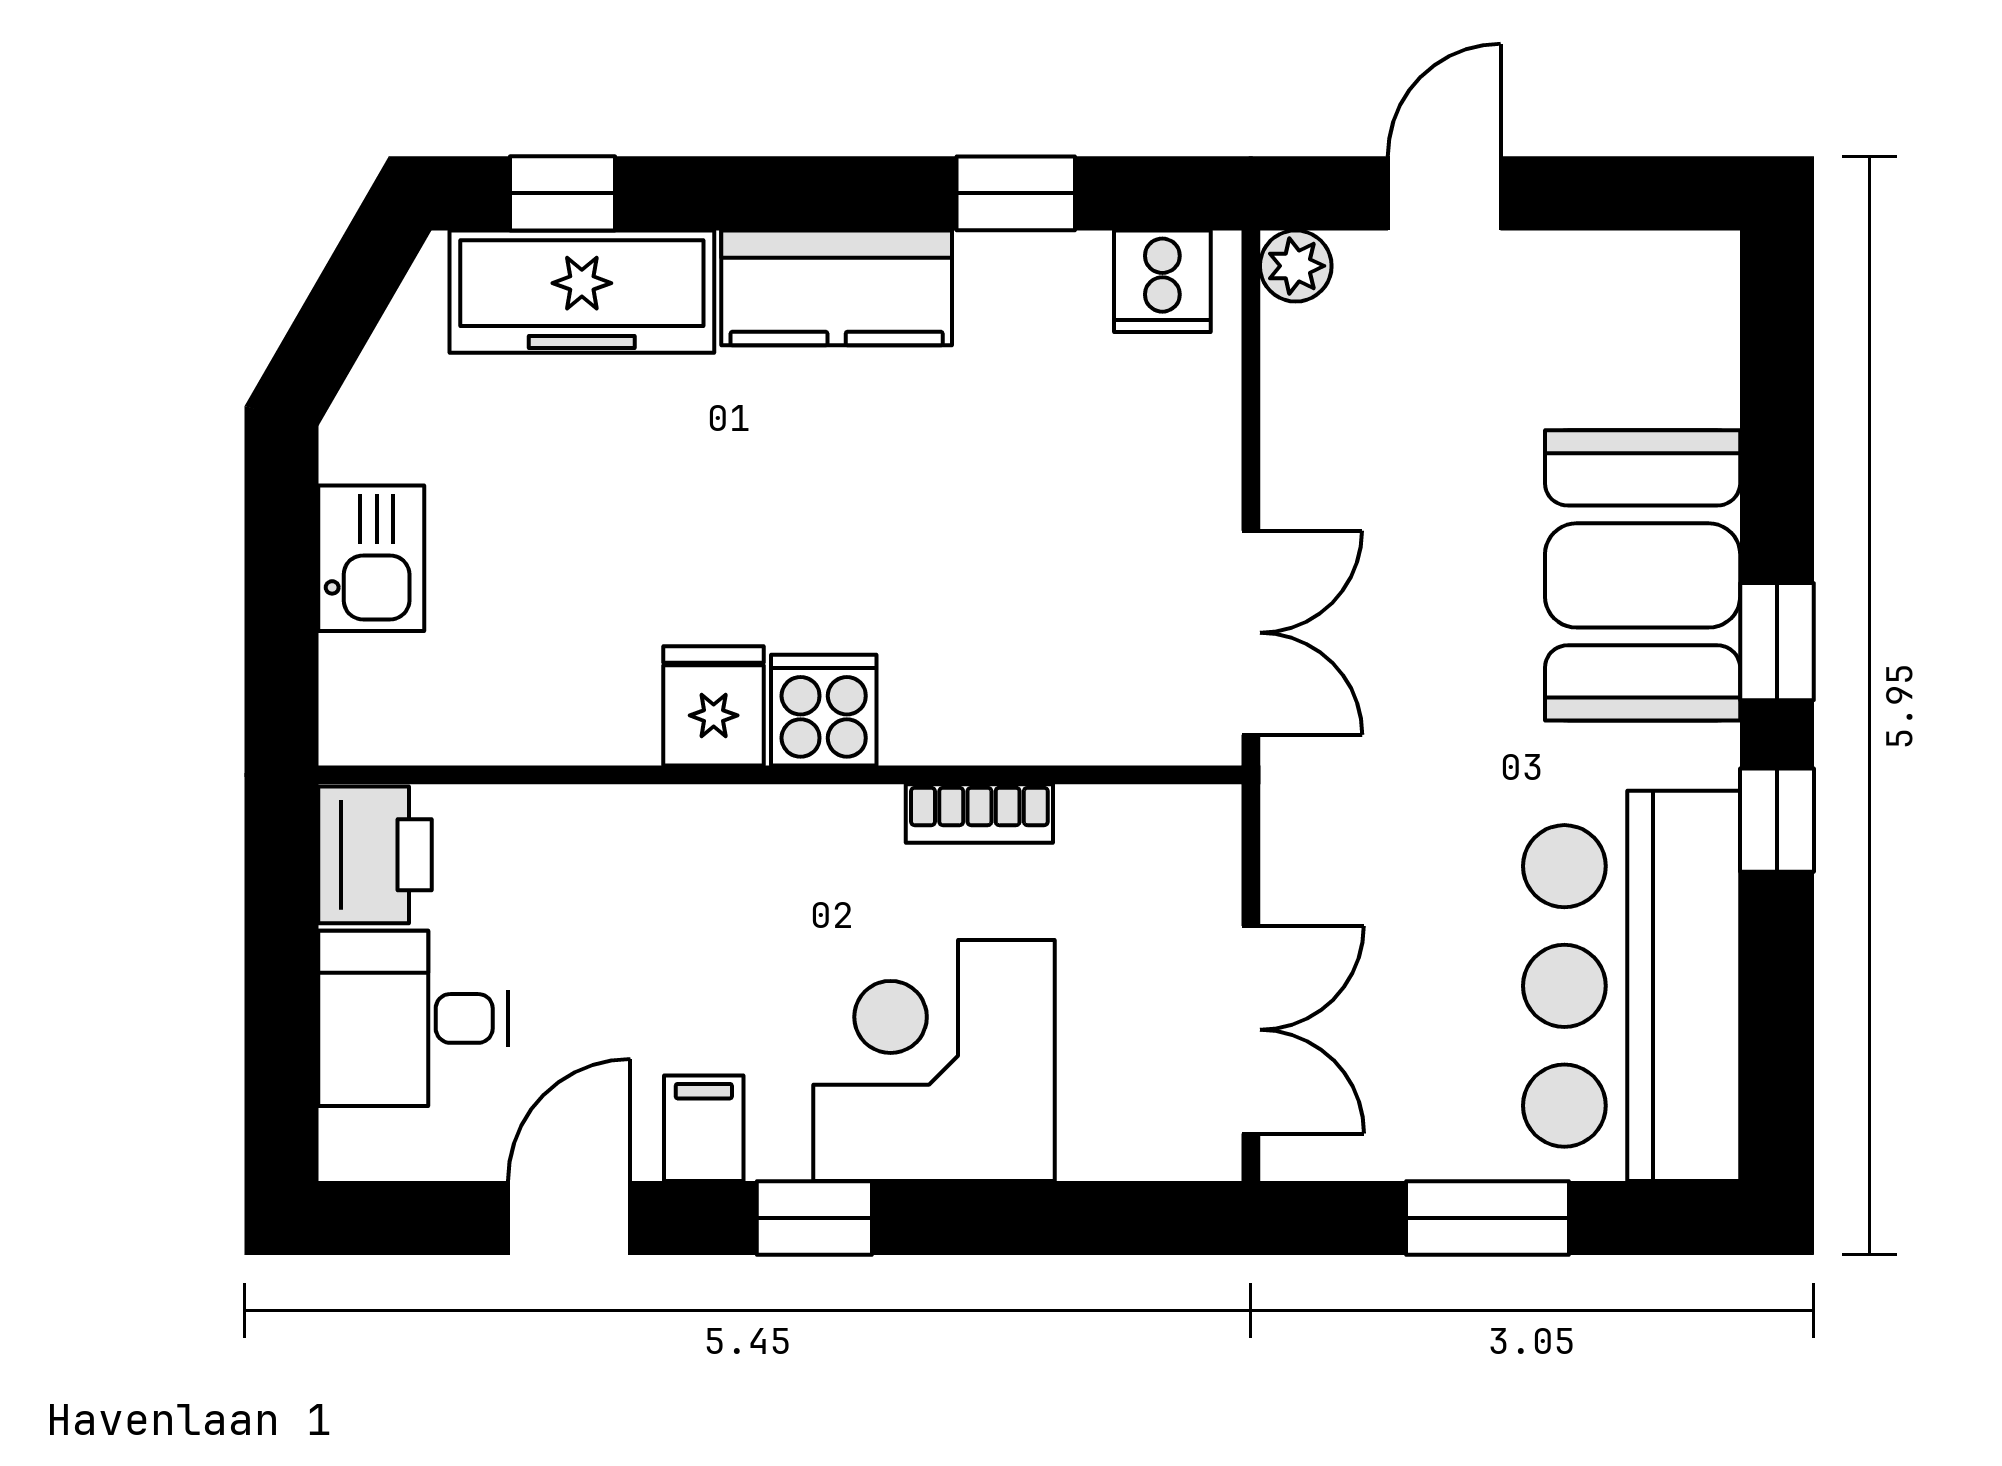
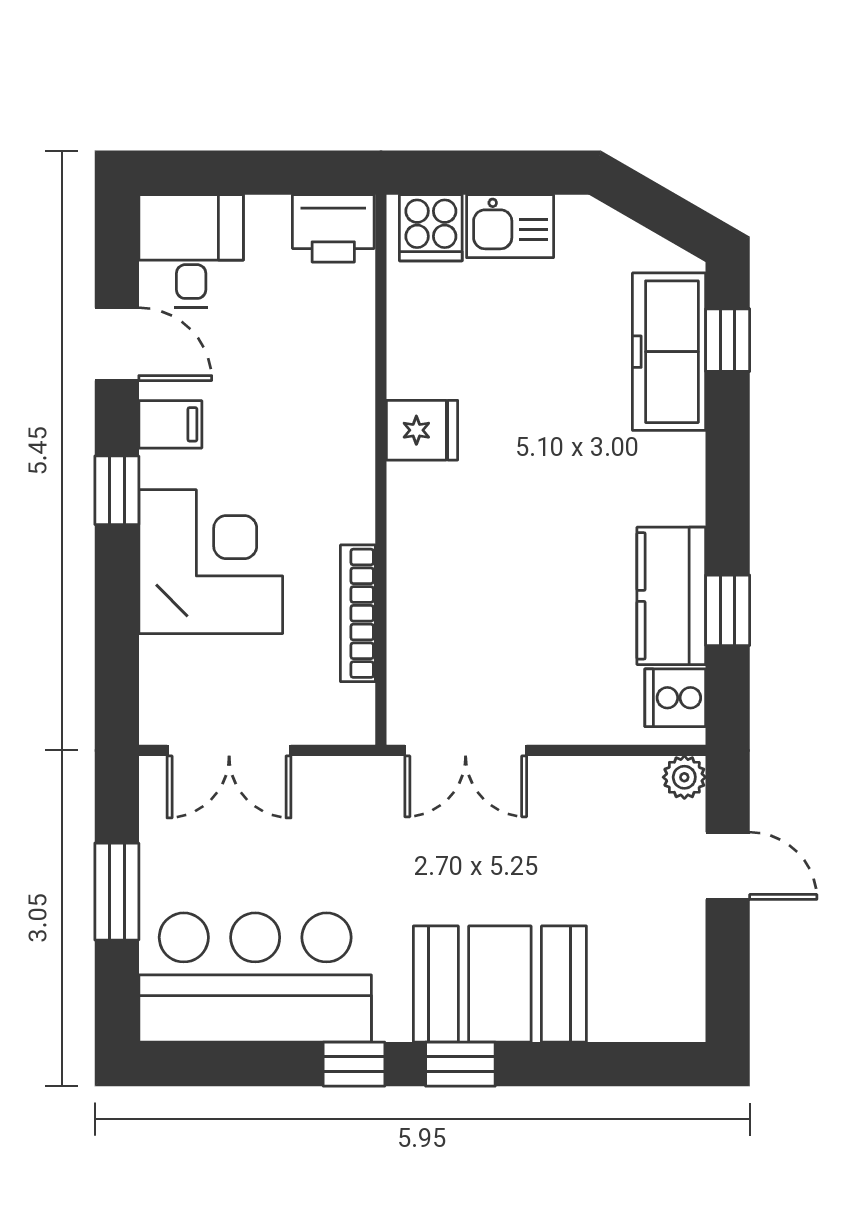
kitchen counter: (837, 288) -> (671, 596), moved
cooker: (824, 710) -> (431, 228), moved, turned 90
bookcase: (979, 814) -> (358, 613), width x1.56
desk: (413, 1018) -> (191, 251), moved

